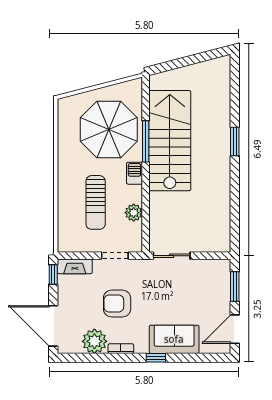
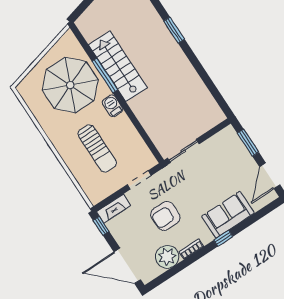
stairs: (170, 141) -> (118, 66), width x0.73, depth x0.66
plant: (134, 213) -> (132, 137), removed

